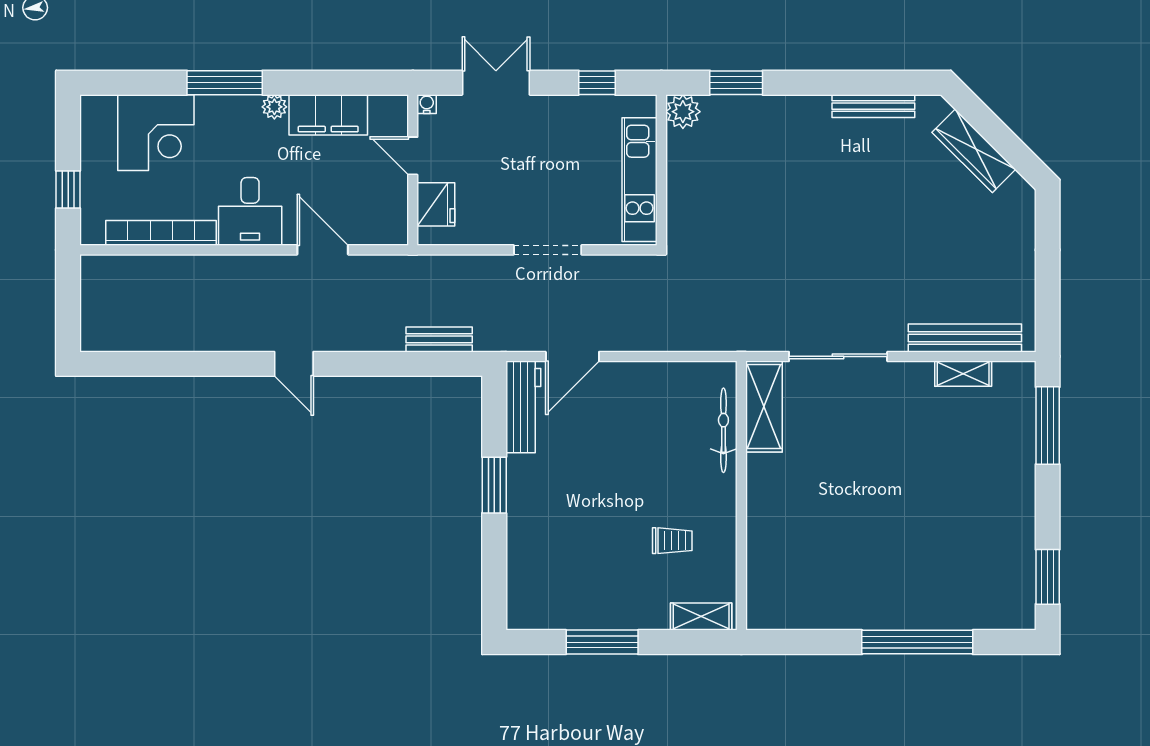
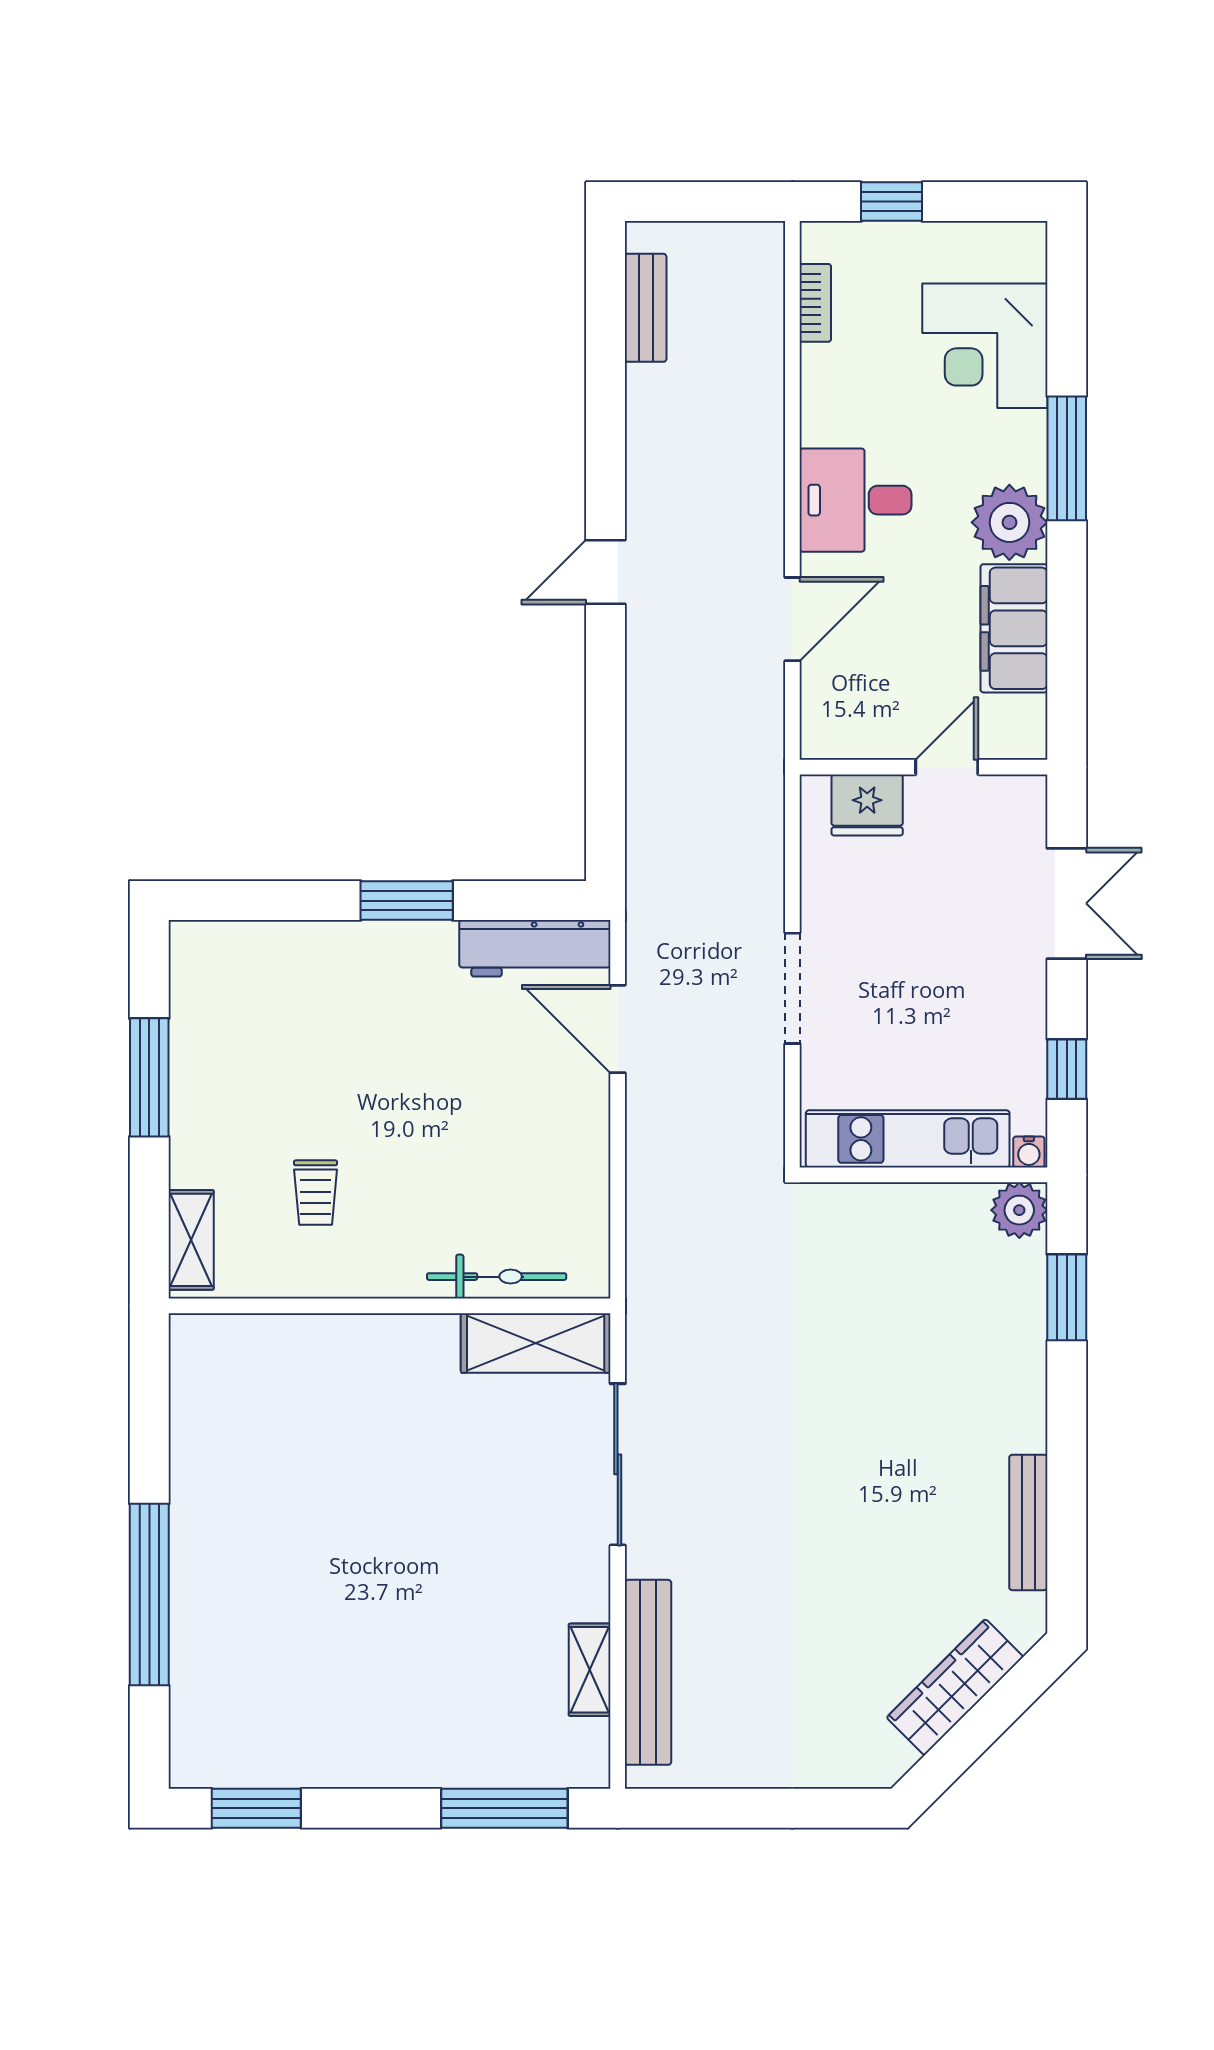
water cooler: (427, 104) -> (1029, 1152), moved, turned 90
plant: (274, 107) -> (1009, 522), width x1.87, depth x1.87
bookcase: (161, 233) -> (815, 303), width x0.43, depth x0.76
bench: (439, 339) -> (646, 308), moved

